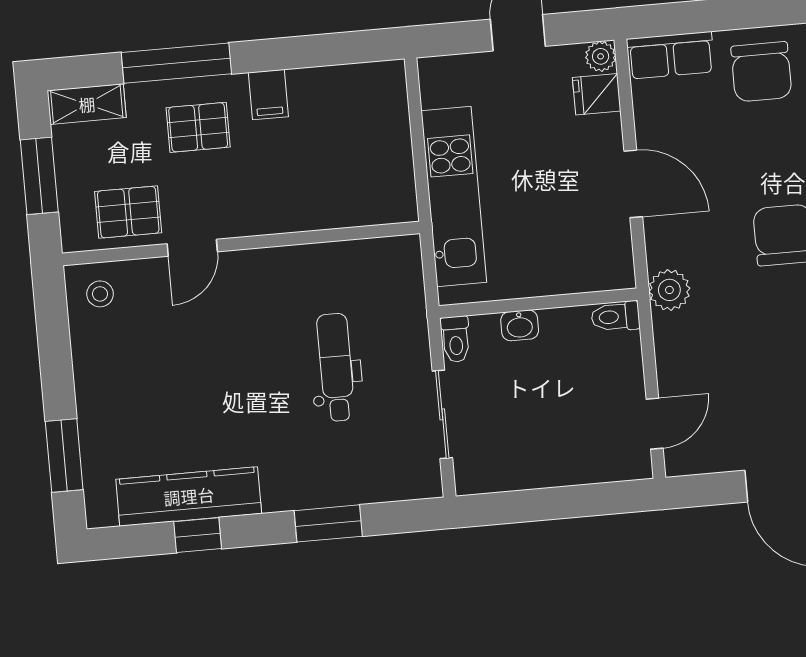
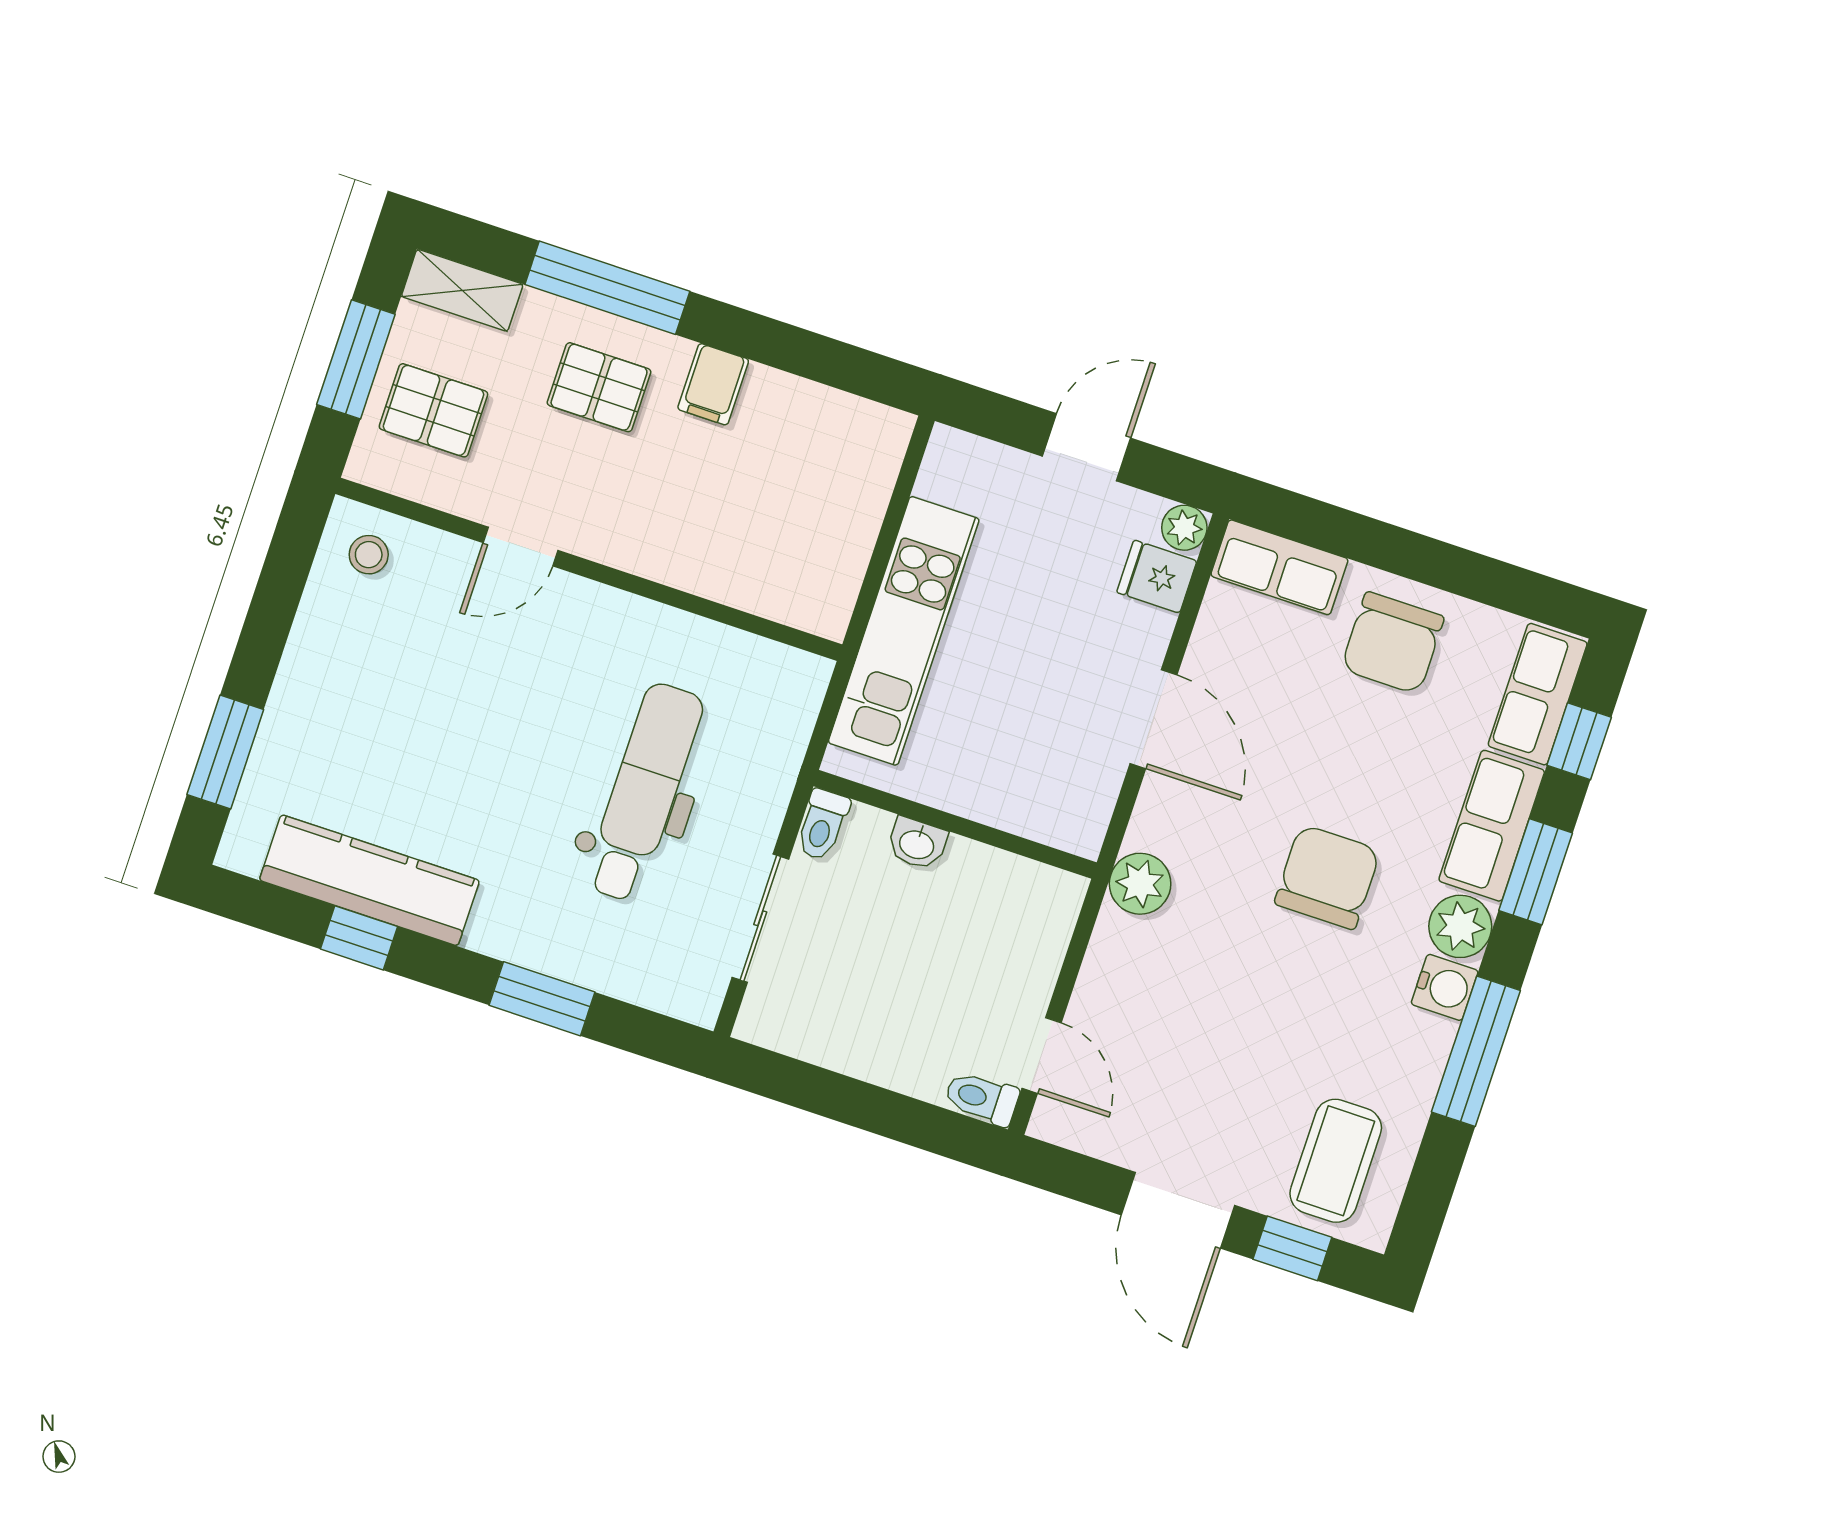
pallet: (128, 212) -> (434, 410), moved
toilet: (615, 317) -> (982, 1098), moved
dental chair: (336, 367) -> (644, 792), width x1.36, depth x1.38
door: (655, 424) -> (1042, 1056), hinge flipped

